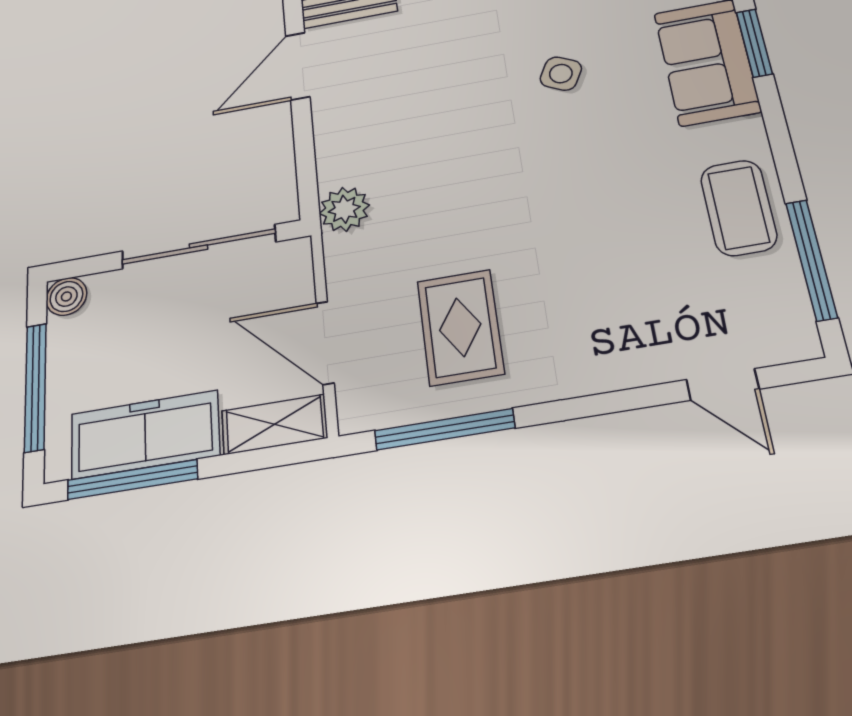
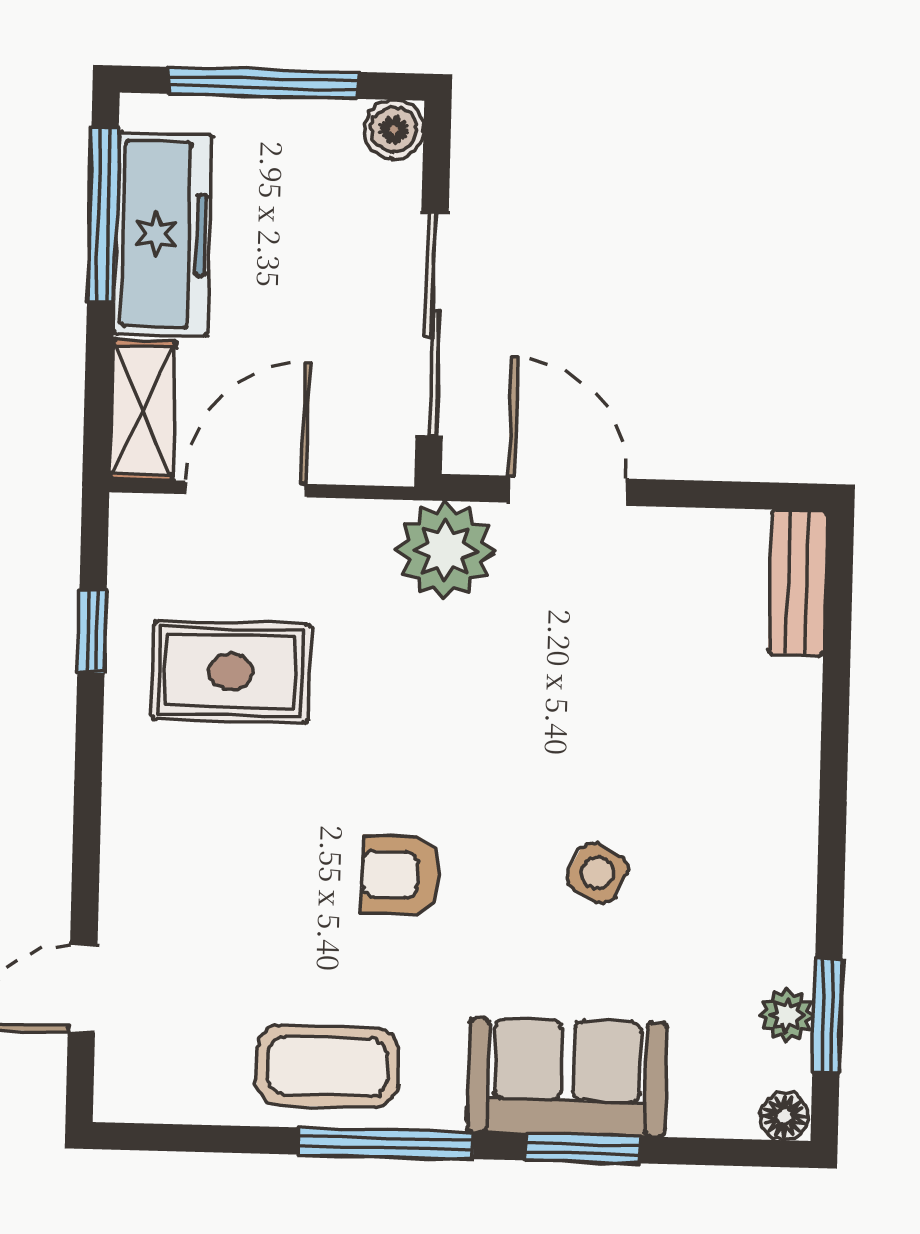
door: (298, 66) -> (567, 491), moved
armchair: (587, 189) -> (401, 875), added
plant: (344, 209) -> (445, 550), width x1.36, depth x1.36
window: (811, 260) -> (386, 1143), moved
window: (444, 429) -> (92, 631), width x0.46

